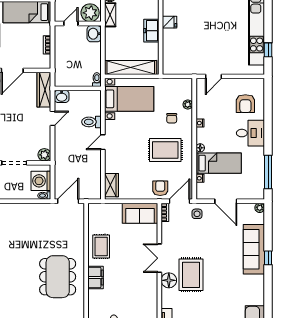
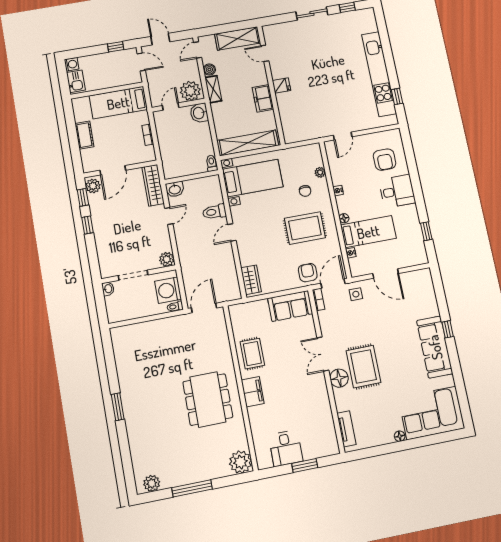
window: (268, 172) -> (426, 231), width x0.46
plant: (260, 208) -> (426, 274), removed
sofa: (254, 249) -> (435, 347), moved

